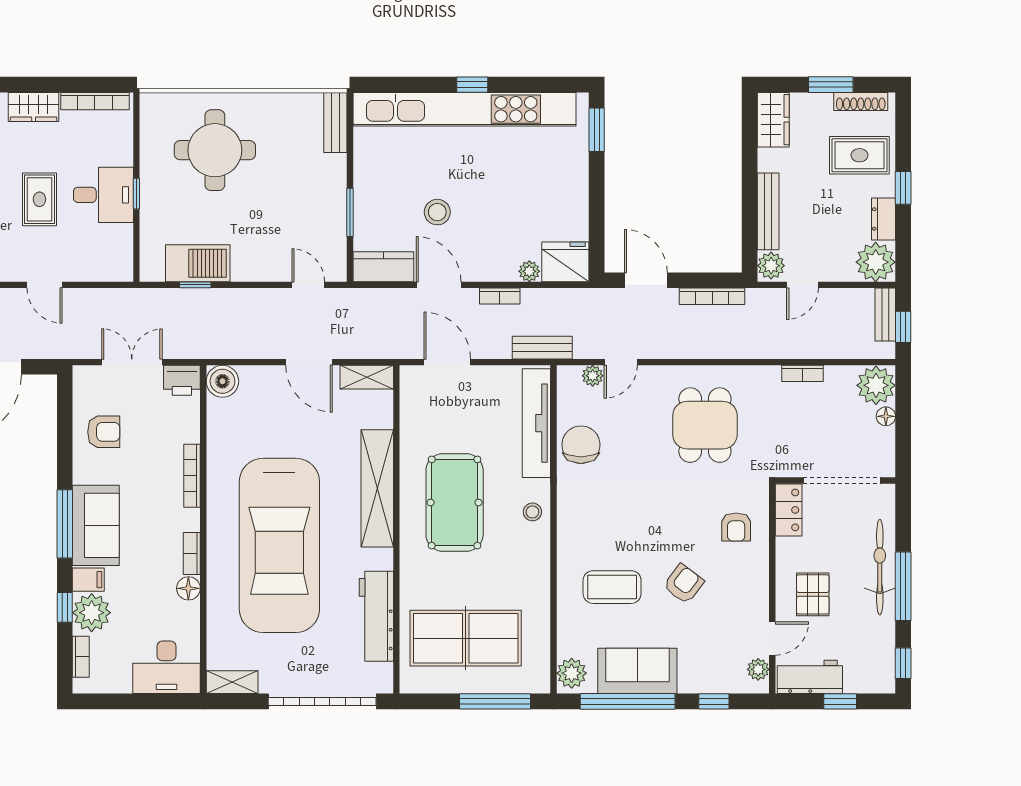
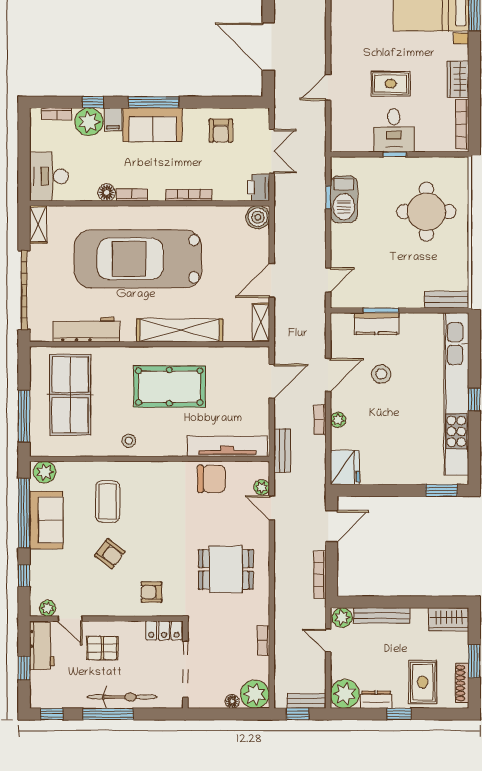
kitchen counter: (383, 267) -> (376, 324), moved, turned 90
plant: (529, 271) -> (338, 420), moved
stool: (532, 512) -> (129, 441), moved

